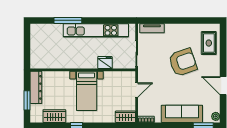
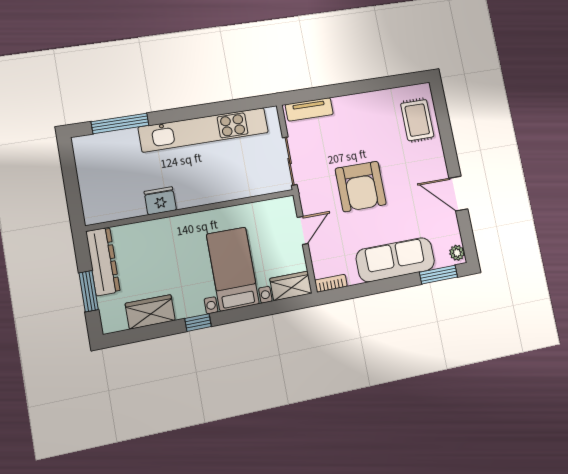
window: (68, 20) -> (120, 123), moved
armchair: (183, 62) -> (361, 186), moved, turned 109
fridge: (105, 63) -> (160, 201), moved
bed with nightstands: (87, 91) -> (233, 269), moved, turned 180

